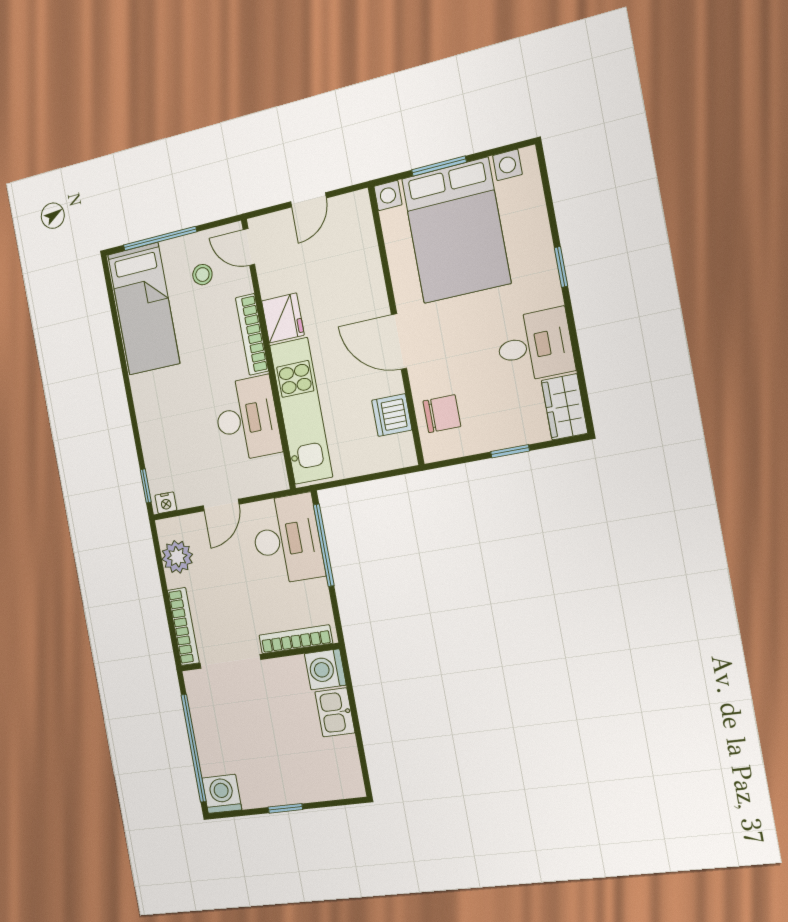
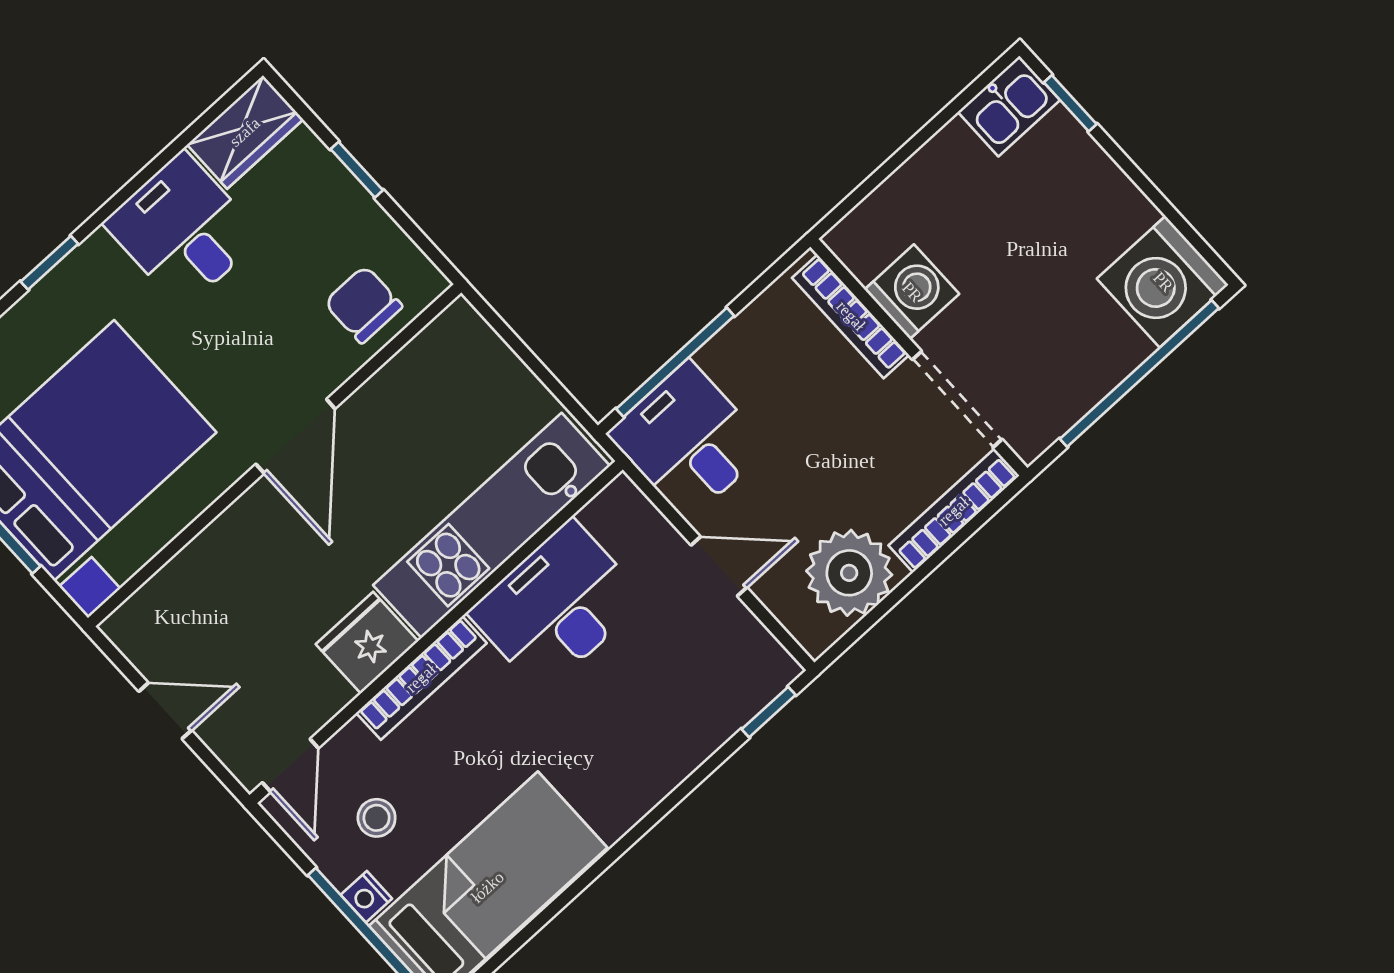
dishwasher: (392, 415) -> (411, 379), removed
nightstand: (166, 503) -> (366, 897), moved, turned 180
desk: (287, 539) -> (688, 441), width x0.73
plant: (177, 557) -> (849, 573), width x1.36, depth x1.36
washing machine: (325, 669) -> (912, 292), moved, turned -90
kitchen sink: (335, 712) -> (1009, 106), moved
washing machine: (222, 794) -> (1163, 282), width x1.37, depth x1.37
window: (285, 808) -> (1070, 103), moved

